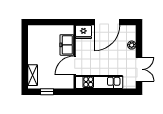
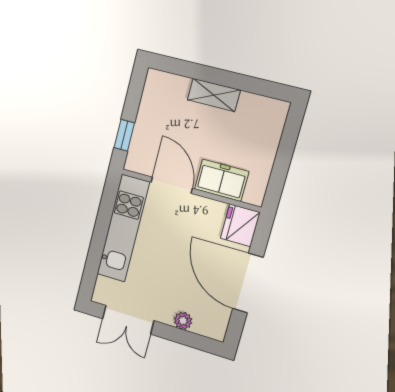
shelving: (33, 75) -> (214, 95), moved
window: (47, 92) -> (124, 135), moved

